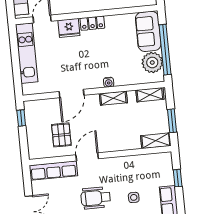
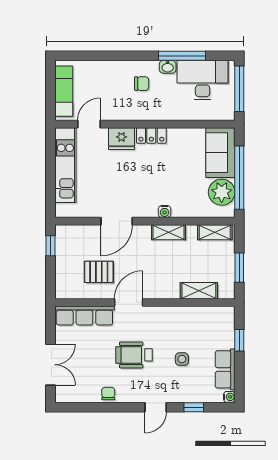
pallet: (61, 135) -> (99, 272), turned 90
shelving: (156, 141) -> (199, 291), moved

